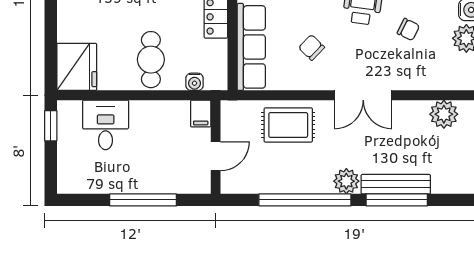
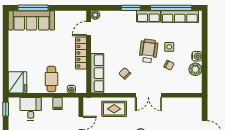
filing cabinet: (201, 114) -> (58, 104), moved
plant: (444, 114) -> (185, 104), removed

